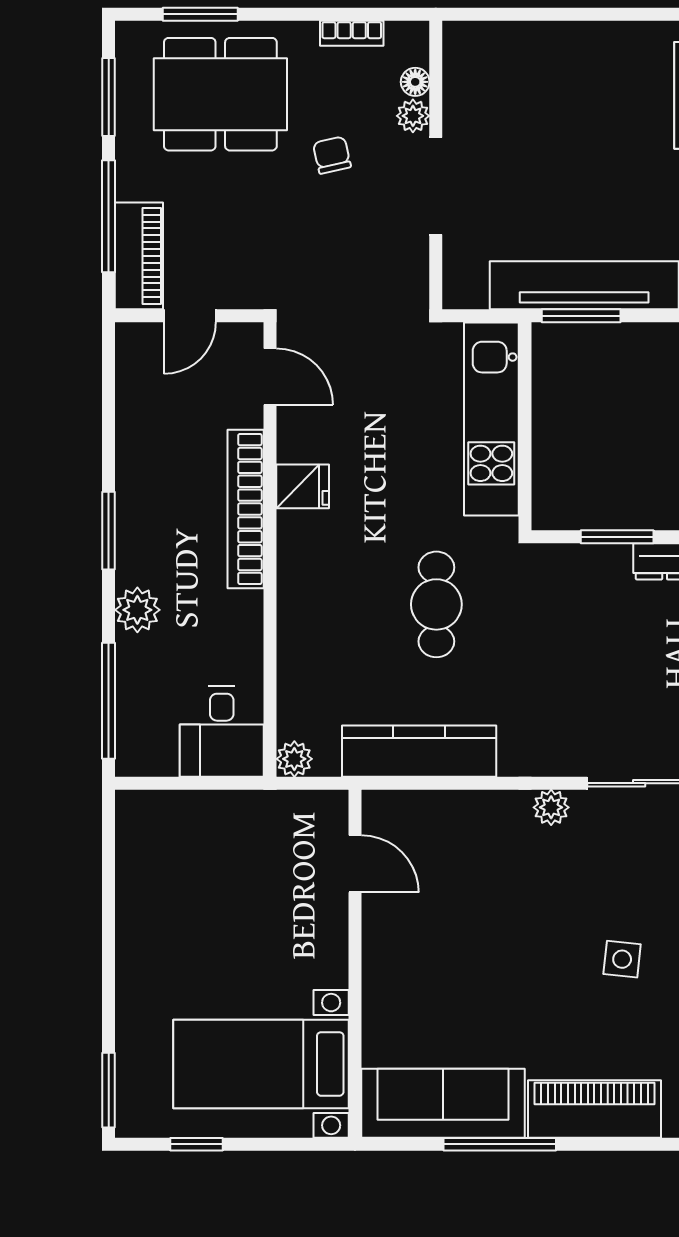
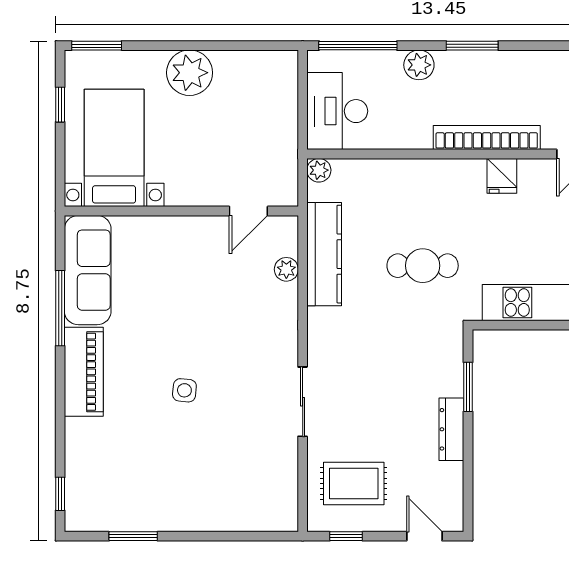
desk: (222, 732) -> (337, 111), width x1.37
plant: (551, 807) -> (286, 269), moved
plant: (149, 952) -> (190, 73), added

